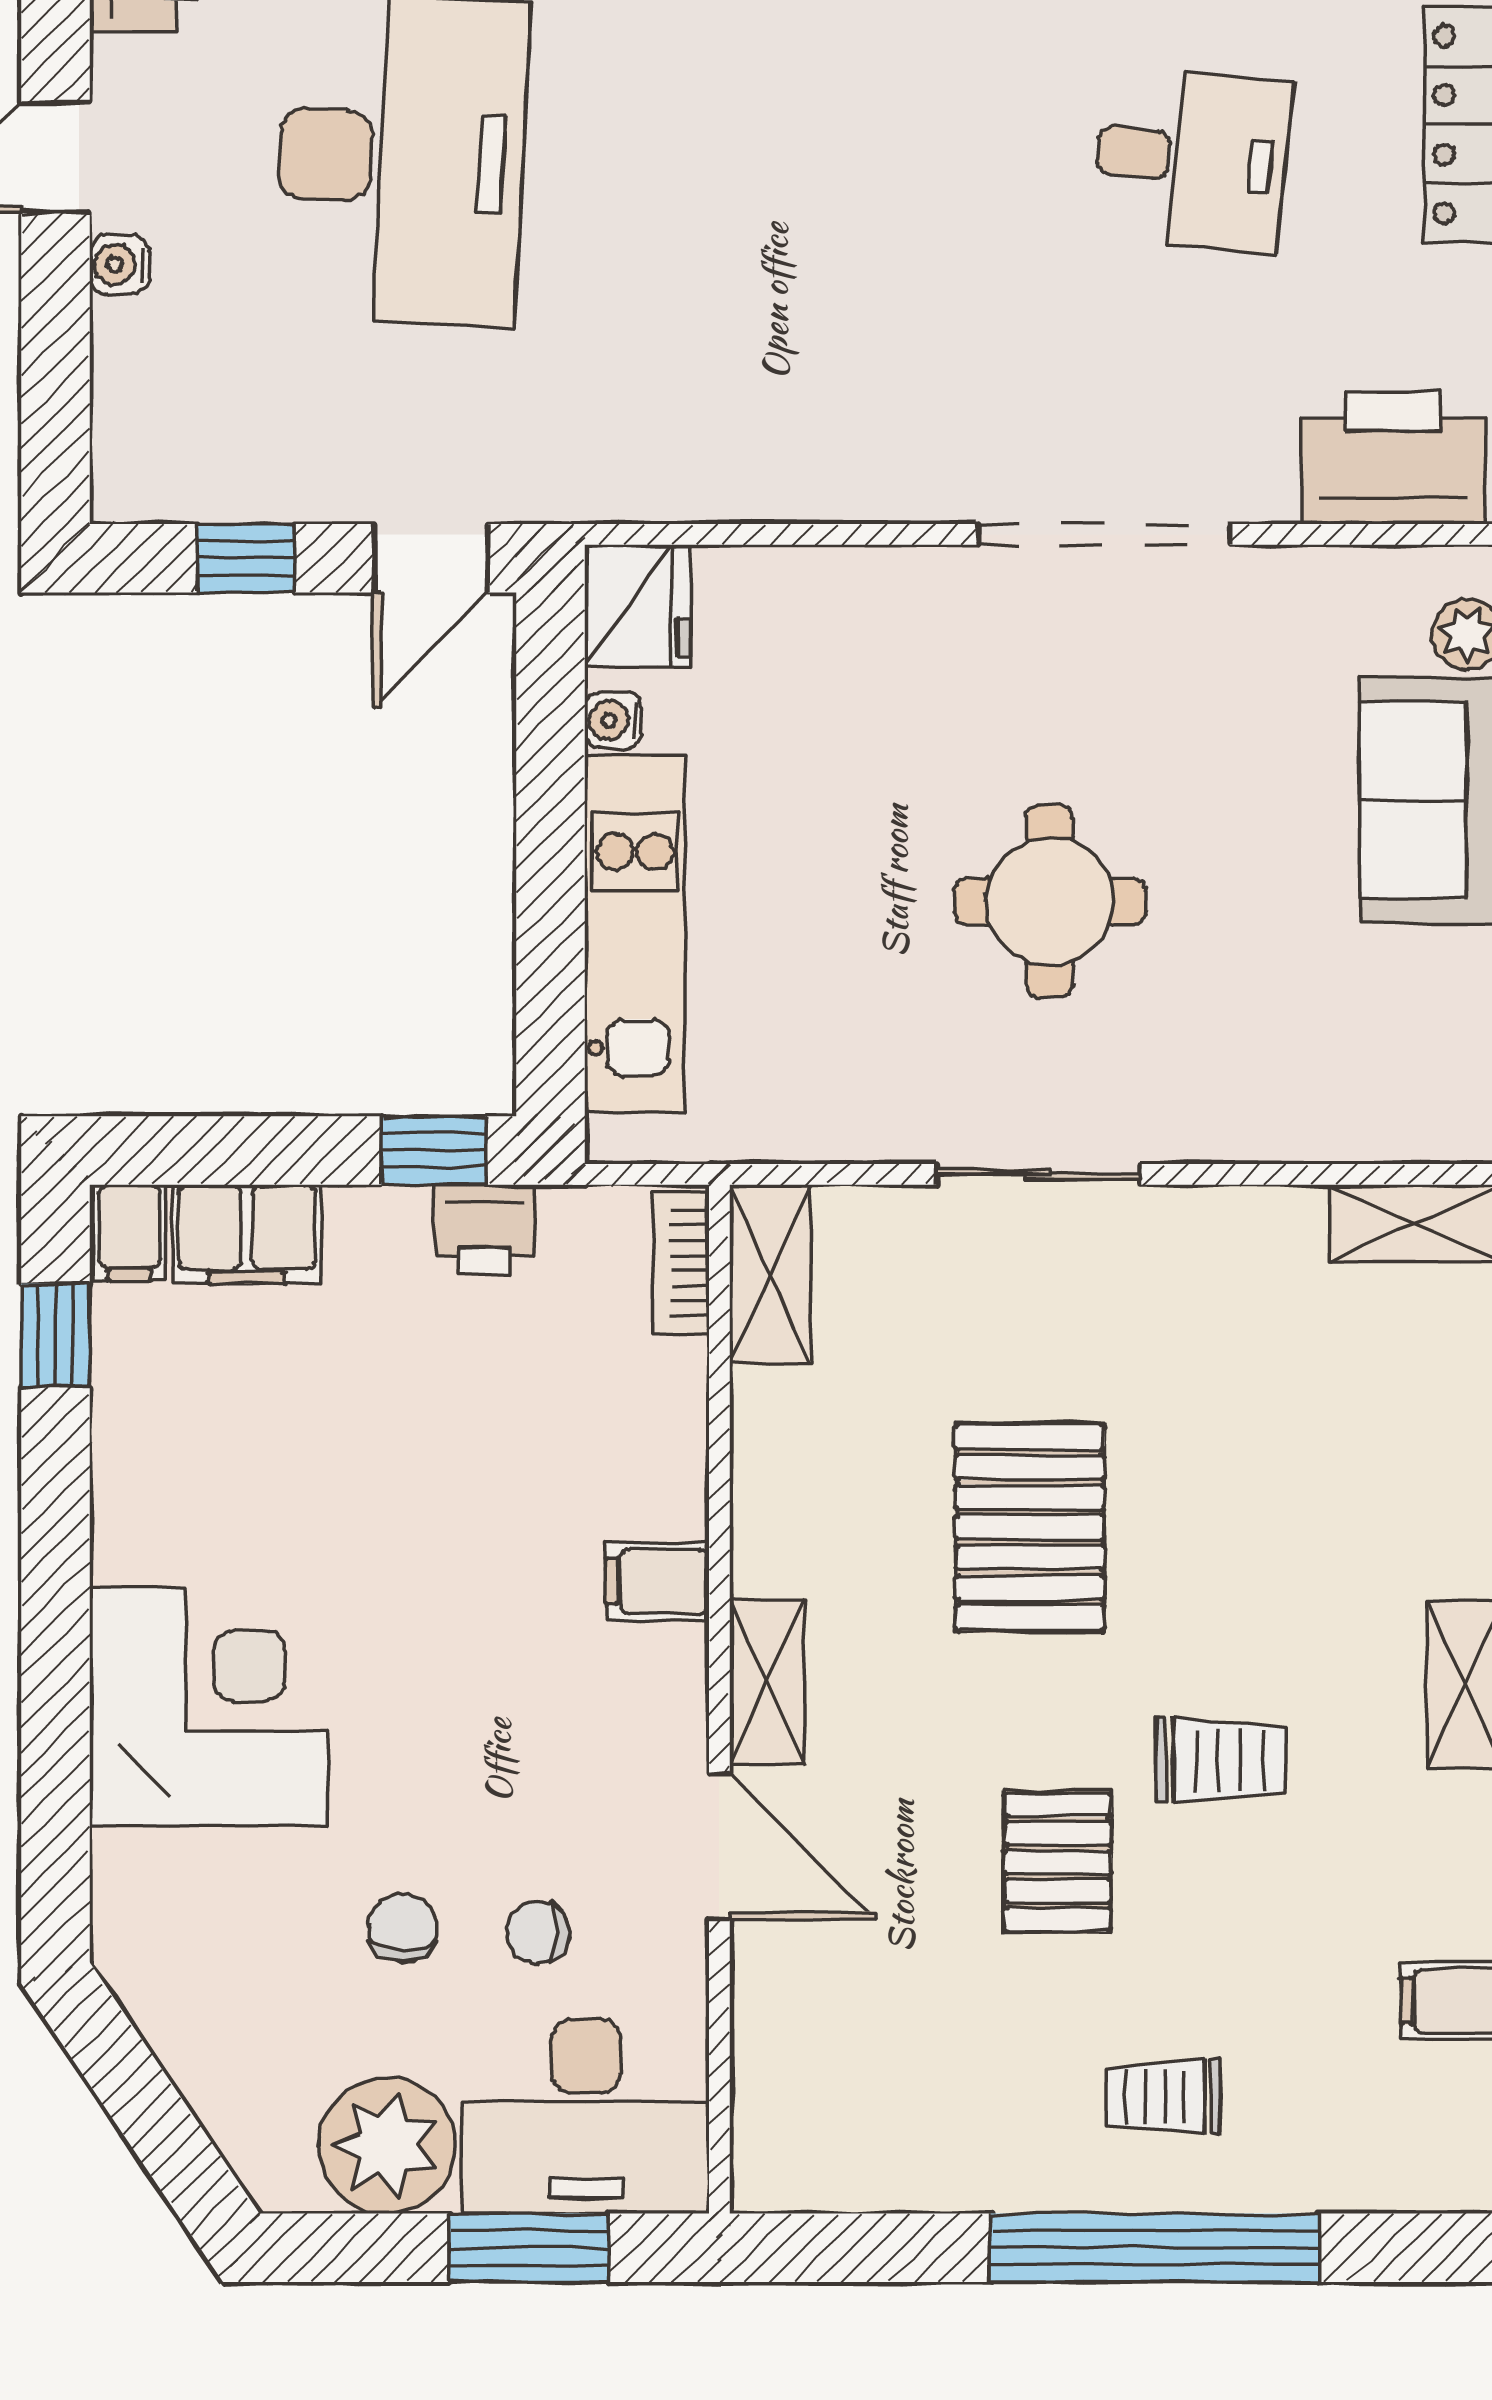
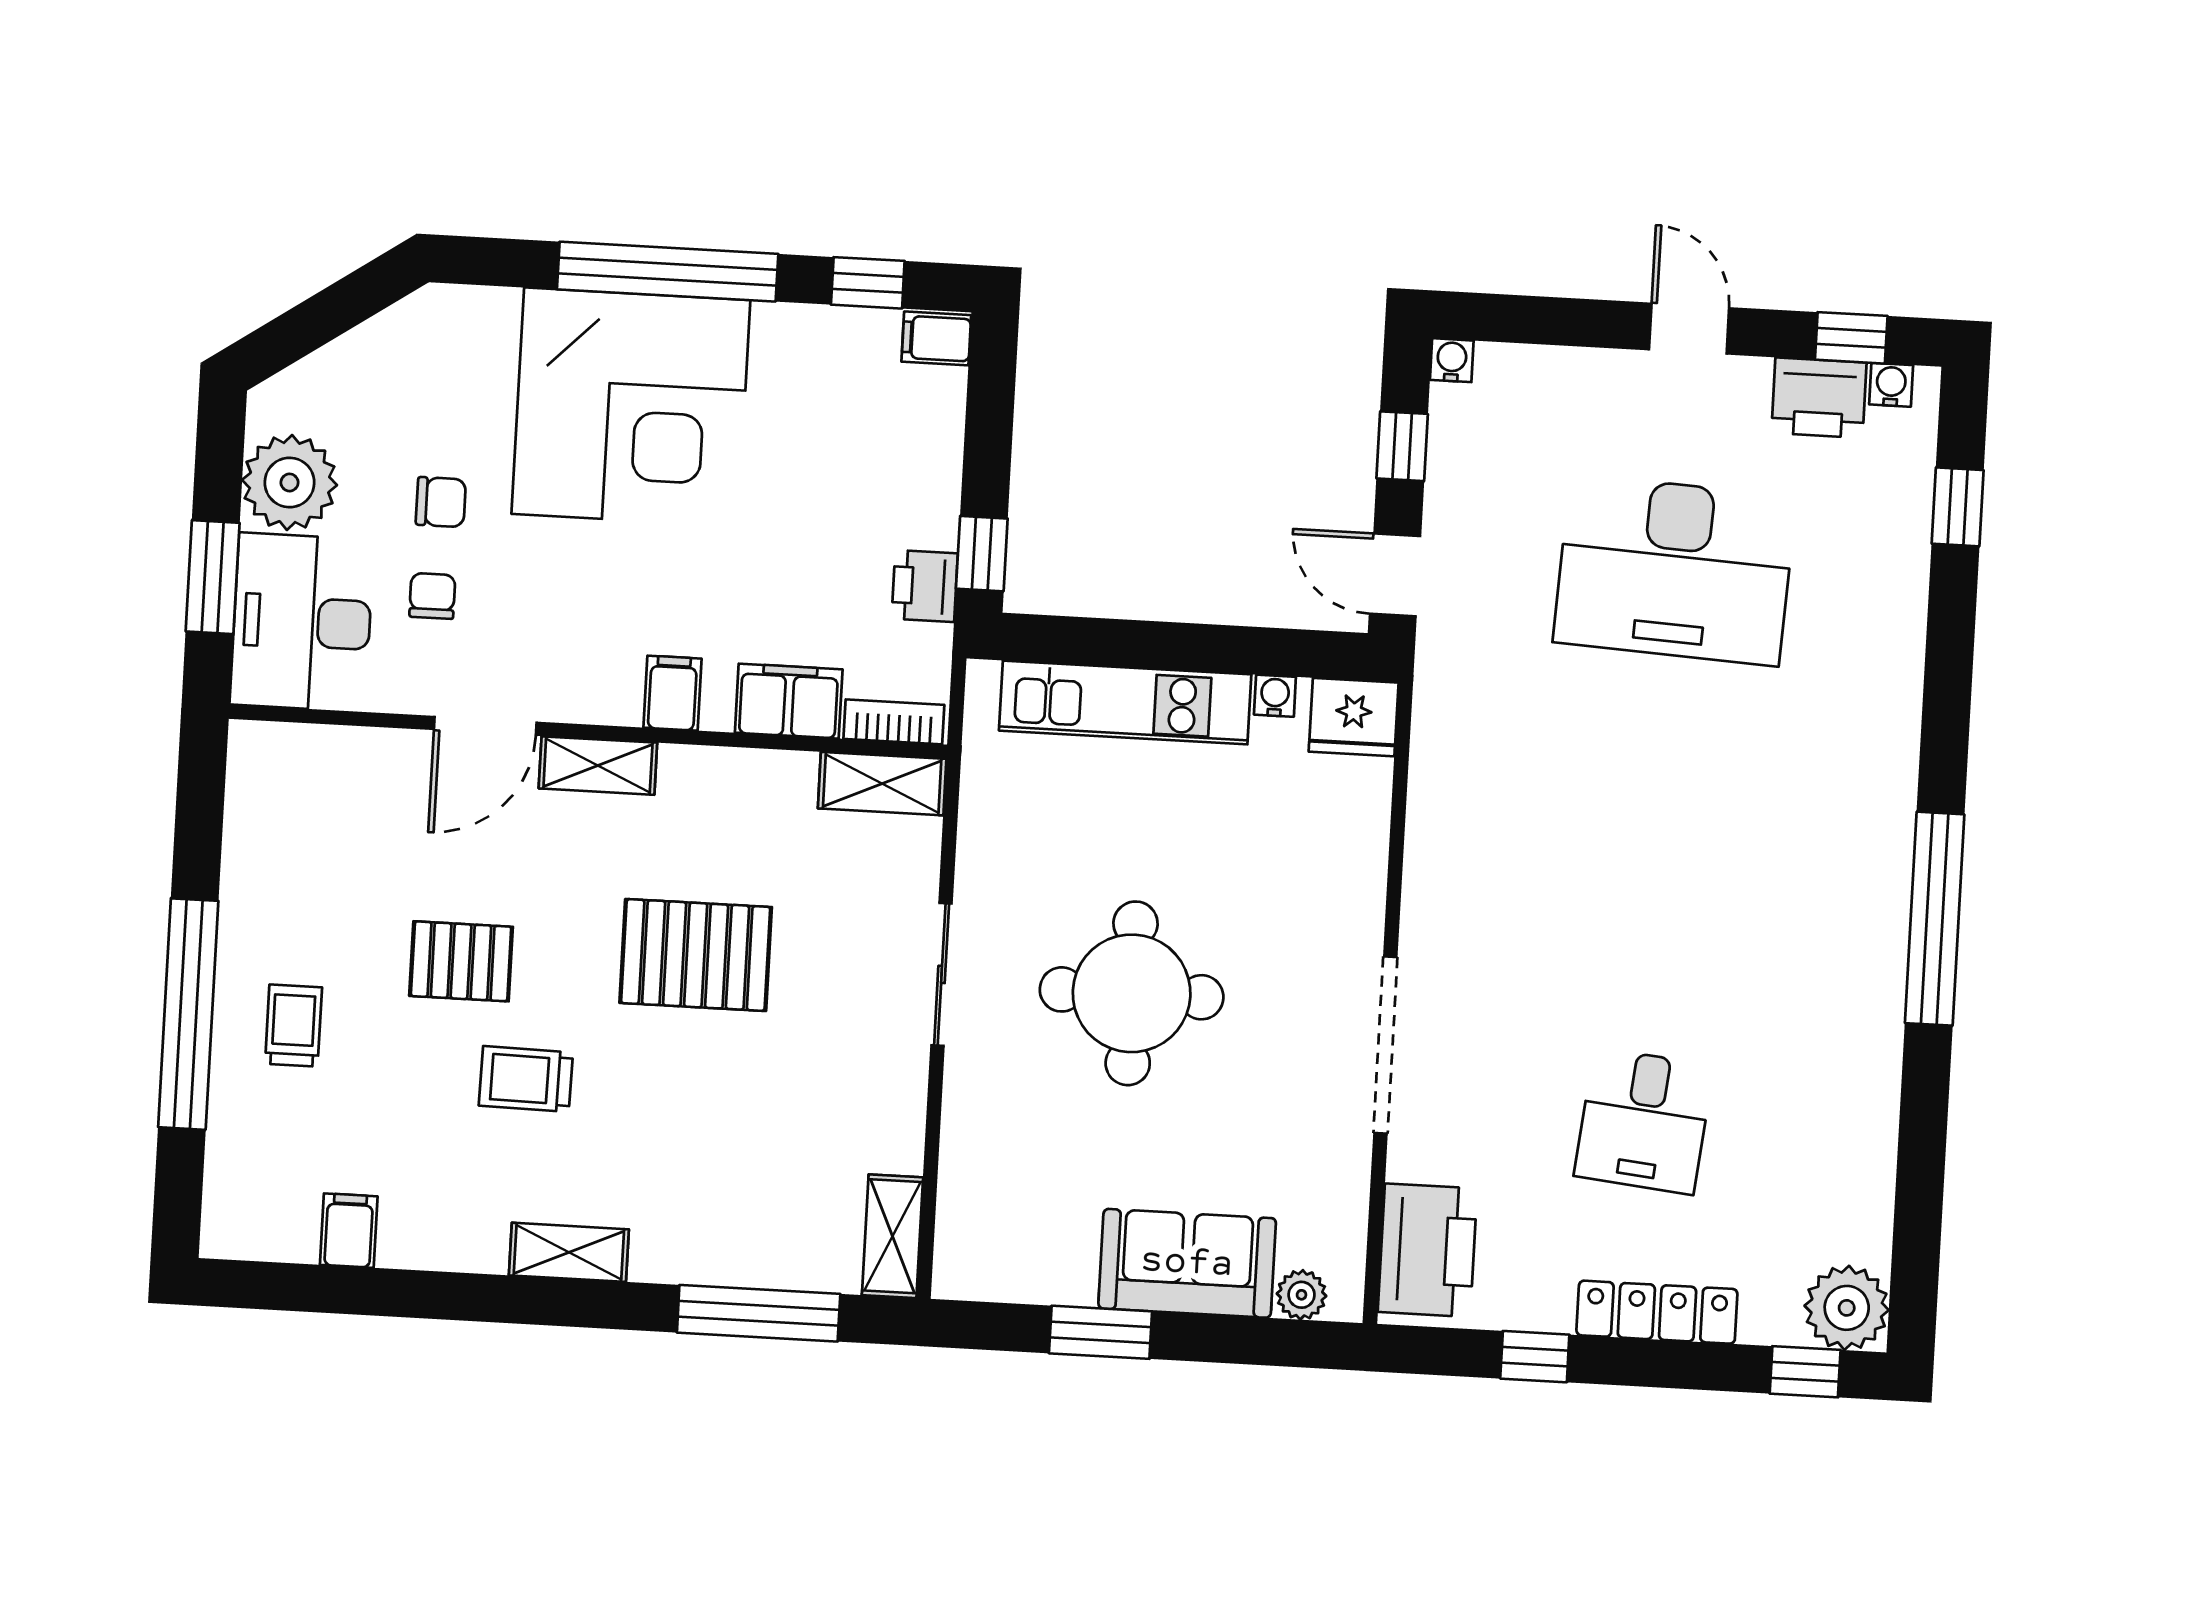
water cooler: (119, 264) -> (1452, 360), moved
round table: (1050, 901) -> (1132, 993), width x1.36, depth x1.36
filing cabinet: (247, 1234) -> (789, 701), moved, turned 90
window: (55, 1622) -> (668, 272), added
corner desk: (209, 1707) -> (631, 407), width x1.36, depth x1.36
trolley: (1221, 1760) -> (526, 1079), turned 91

